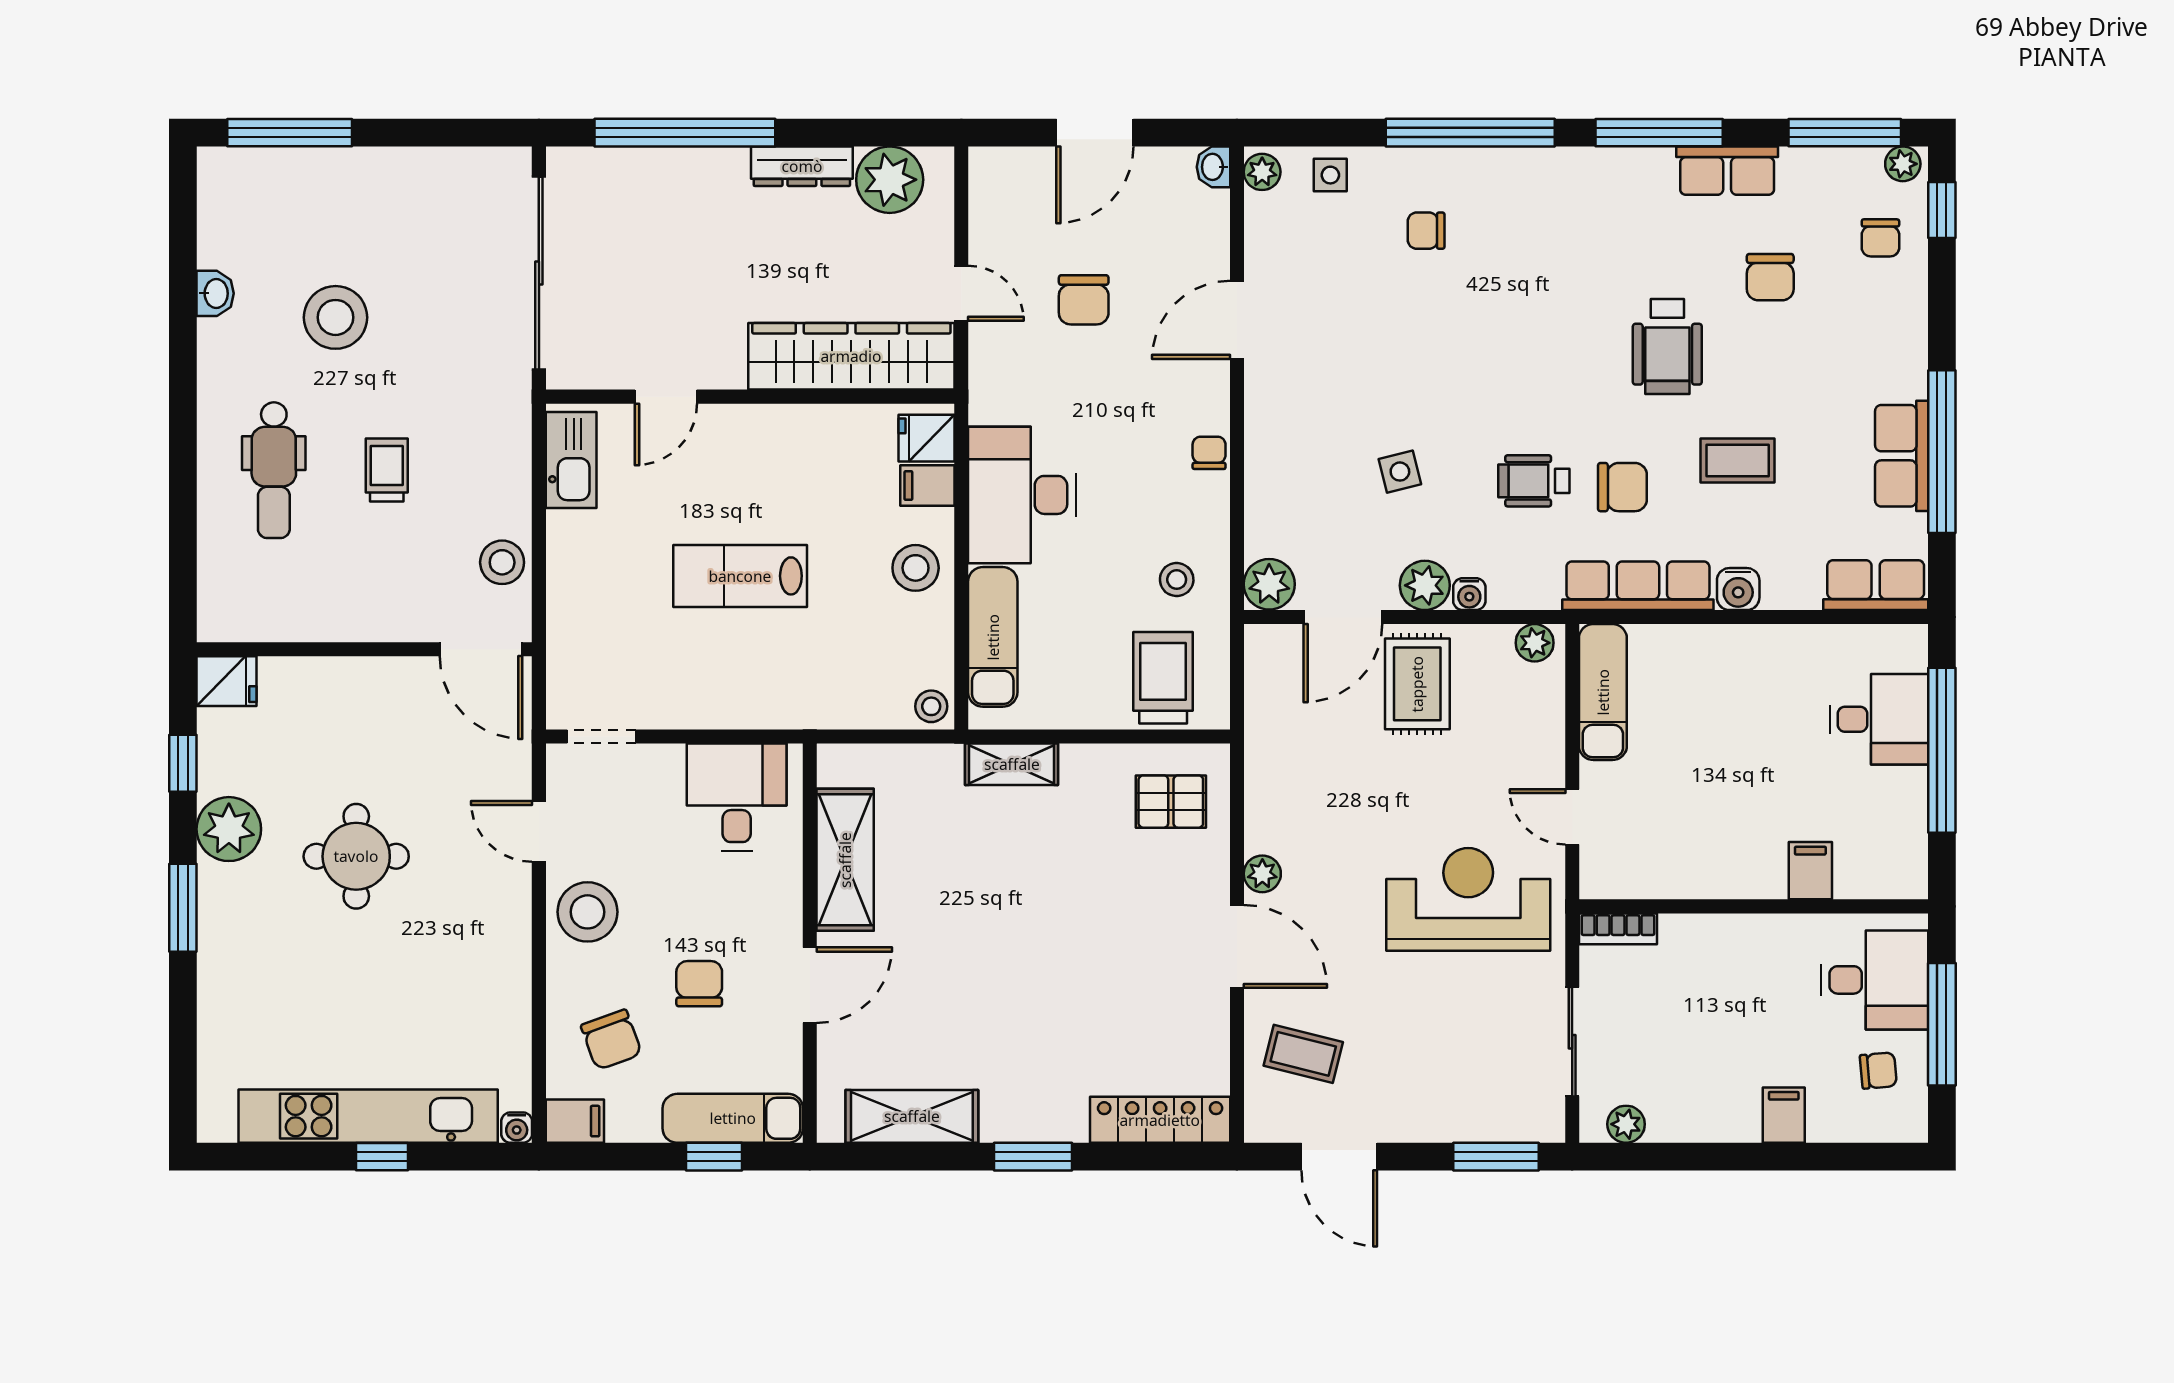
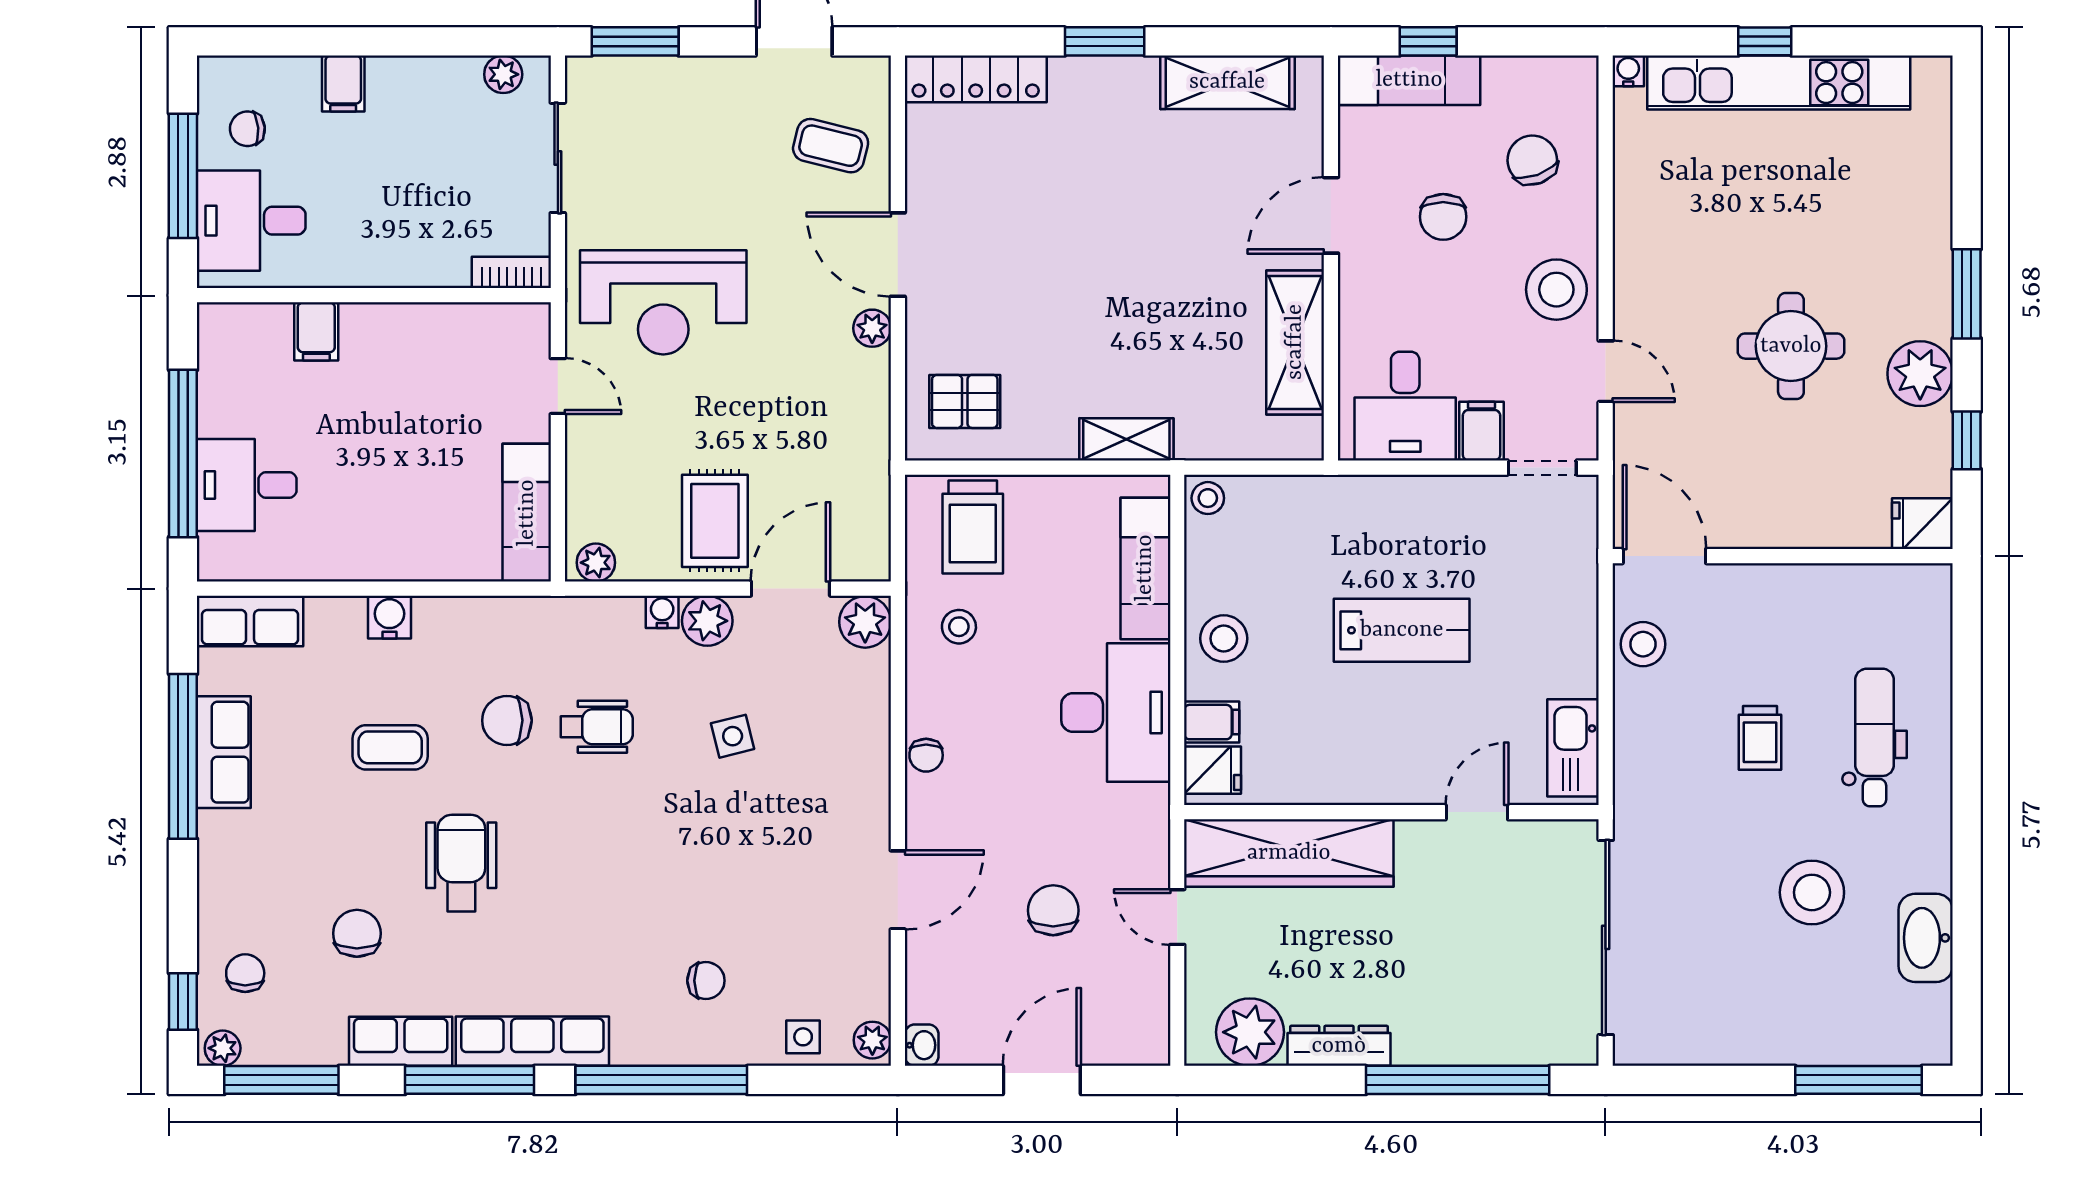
washbasin: (215, 293) -> (1926, 938), width x1.91, depth x1.45
row of seats: (1638, 586) -> (532, 1041), moved, turned 180
filing cabinet: (575, 1121) -> (1481, 431), moved, turned 90

